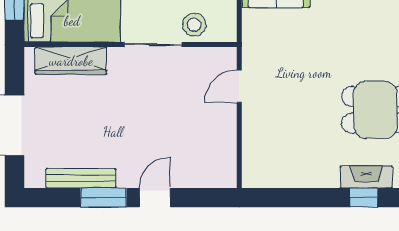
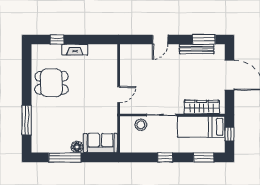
fireplace: (366, 177) -> (75, 50), moved
window: (104, 198) -> (204, 39), moved

